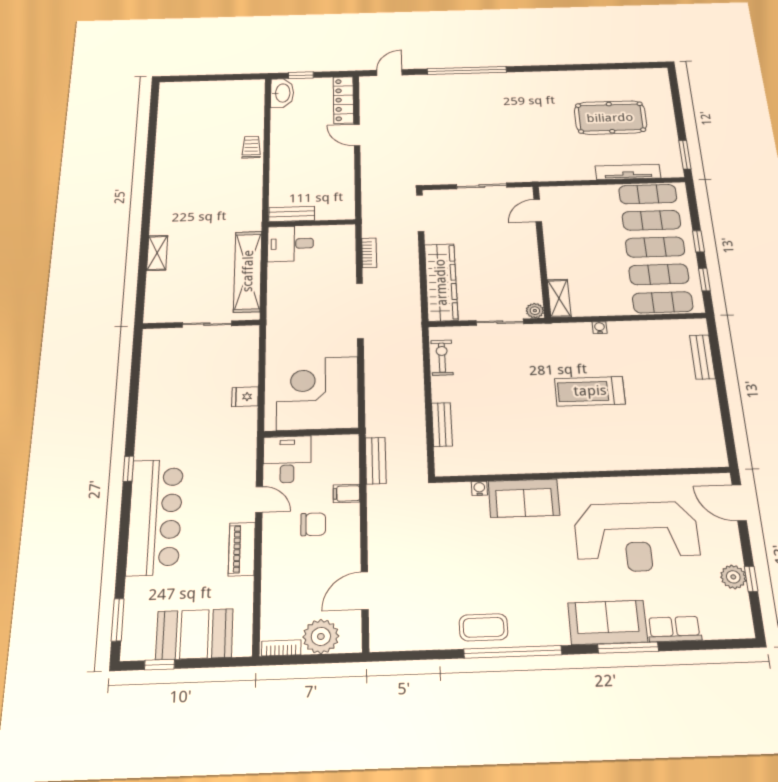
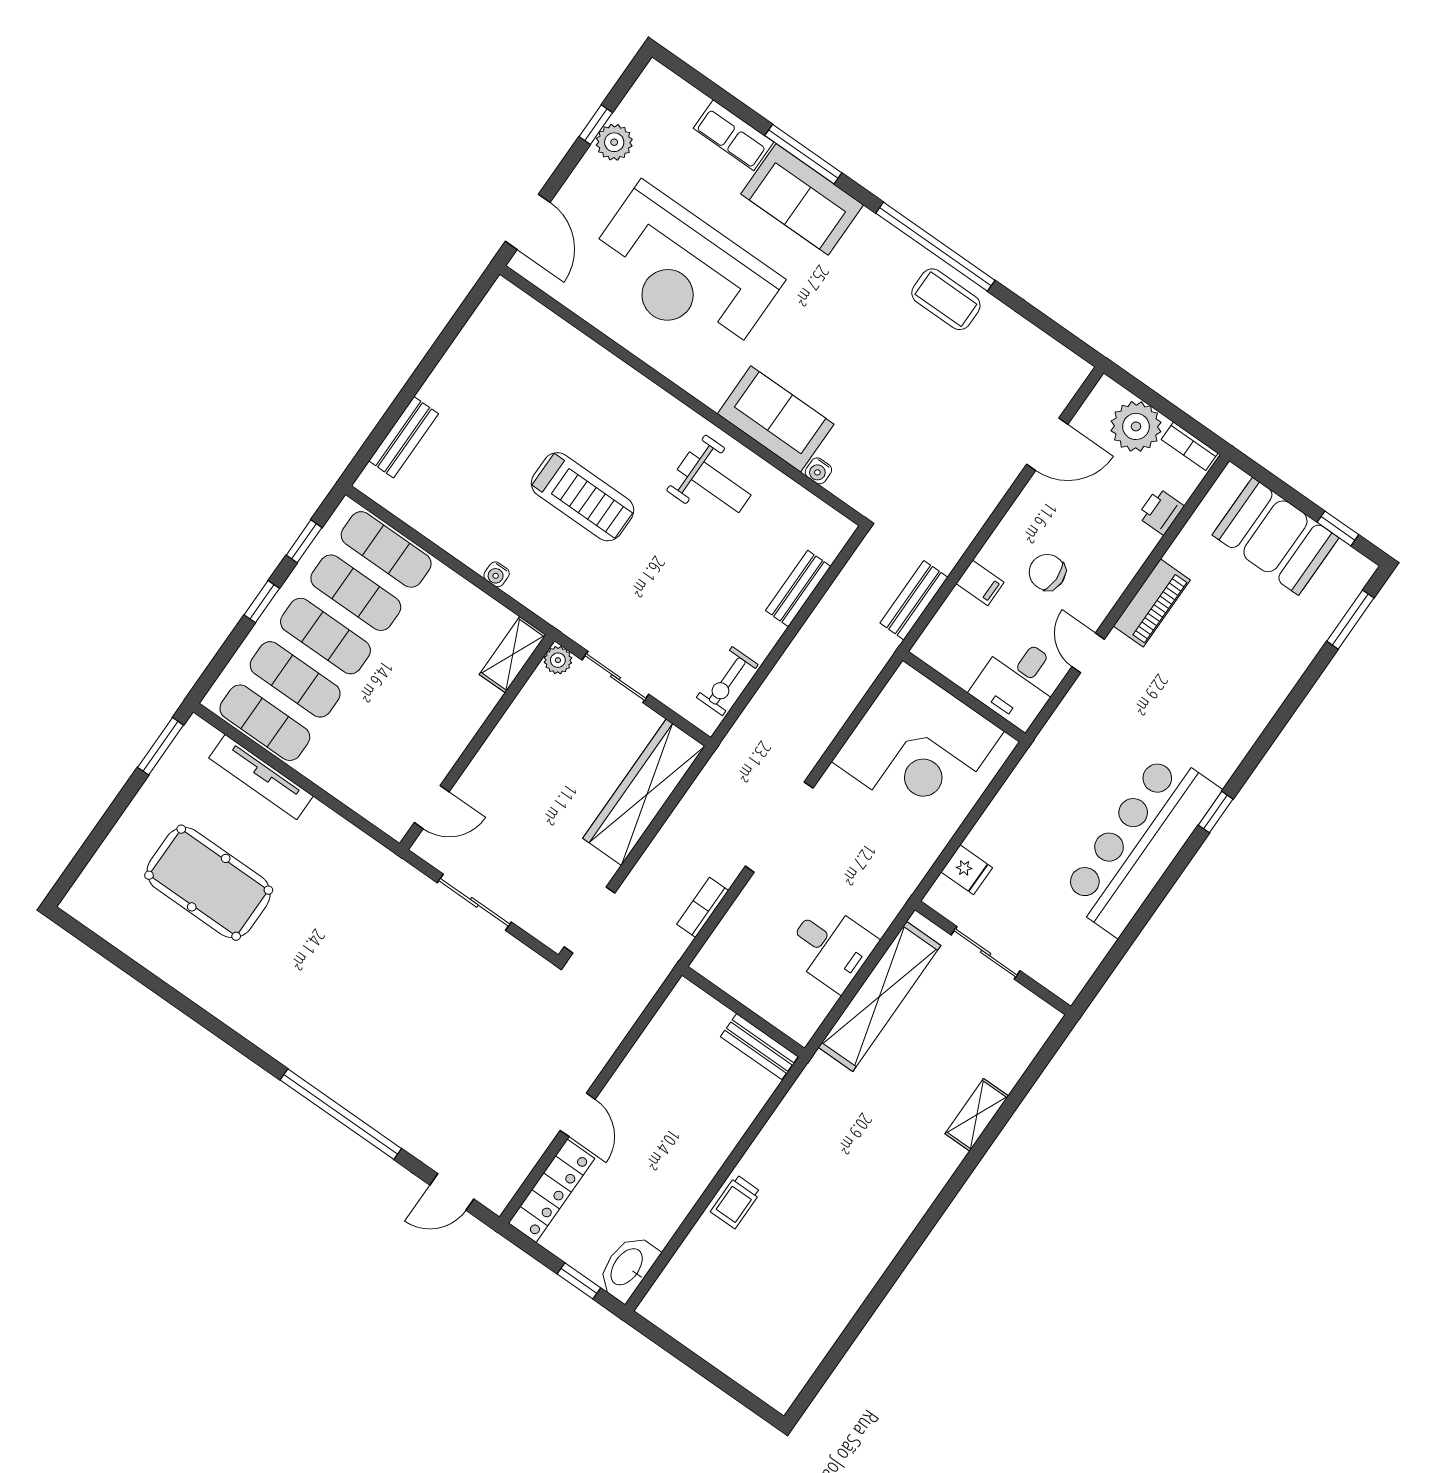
desk: (290, 244) -> (831, 947), moved
fridge: (245, 397) -> (967, 870), moved
weight bench: (529, 445) -> (714, 482), added
bar counter: (155, 517) -> (1140, 843), moved
reception desk: (637, 537) -> (683, 272), turned 180
printer: (272, 601) -> (1161, 511), added

